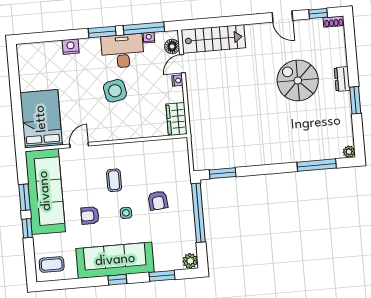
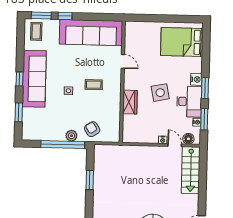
window: (144, 28) -> (204, 119), width x0.69
nightstand: (71, 47) -> (196, 79), moved
bed: (41, 119) -> (182, 42), moved, turned 180
wardrobe: (176, 119) -> (130, 102), moved, turned 90
window: (223, 173) -> (90, 180), moved
window: (24, 197) -> (41, 15), moved
armchair: (158, 201) -> (92, 129), moved, turned 62
armchair: (90, 216) -> (69, 64), removed
plant: (190, 261) -> (71, 136), moved

